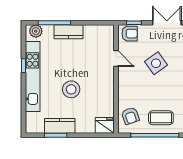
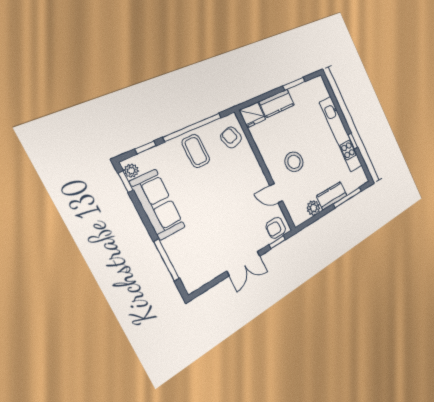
plant: (36, 31) -> (313, 208), moved
side table: (156, 63) -> (233, 211), removed
stool: (71, 89) -> (294, 162), moved
coffee table: (161, 118) -> (196, 151), turned 90
kitchen counter: (60, 126) -> (277, 103), moved

